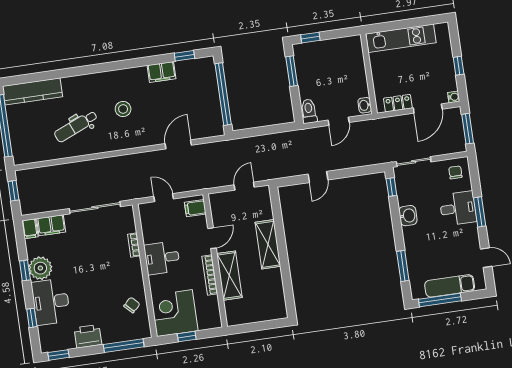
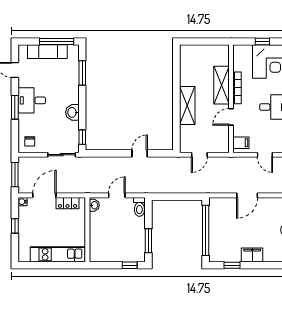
desk: (458, 208) -> (32, 100), moved

